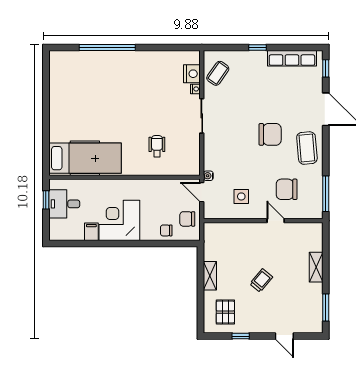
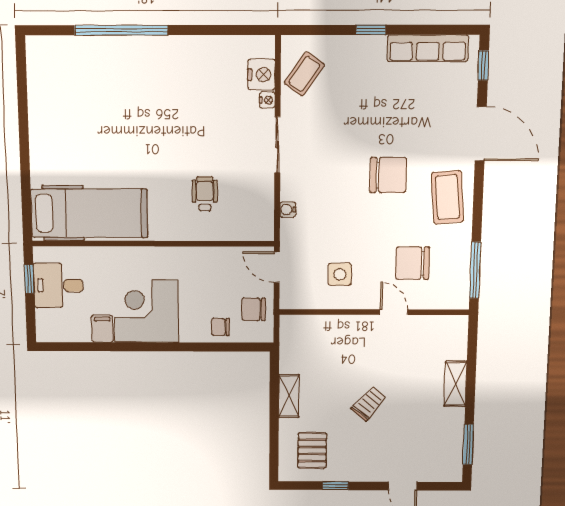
water cooler: (208, 176) -> (288, 209), moved

